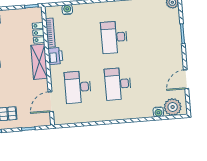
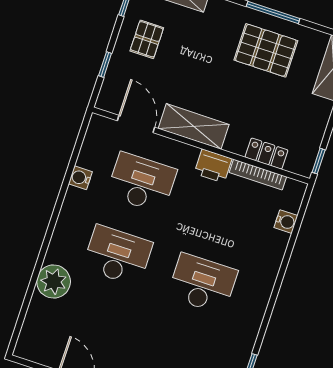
shelving: (39, 62) -> (194, 126), moved
plant: (173, 107) -> (54, 282), moved
water cooler: (158, 112) -> (80, 178), moved

